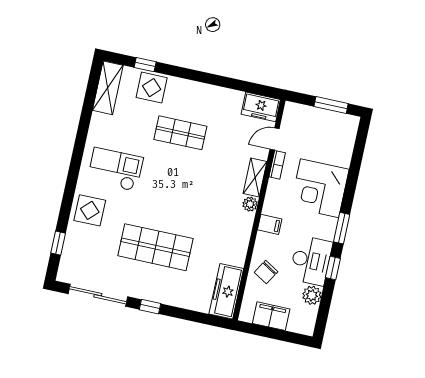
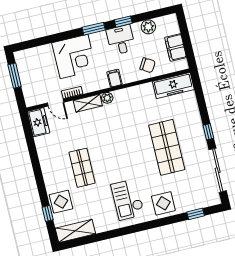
desk: (311, 261) -> (121, 40), width x0.73

